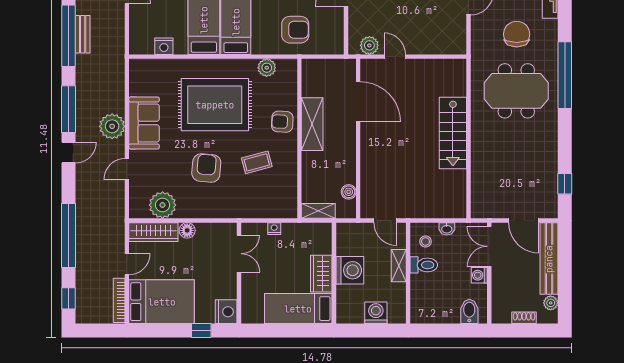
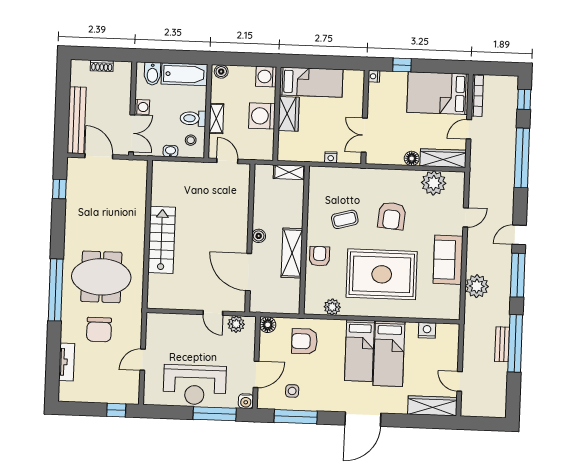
floor lamp: (335, 46) -> (268, 325), added
armchair: (282, 122) -> (320, 256), turned -93
plant: (112, 126) -> (477, 286), moved
boiler: (349, 192) -> (259, 236), moved
plant: (551, 303) -> (77, 79), removed
nightstand: (226, 312) -> (374, 76), width x0.53, depth x0.56
bathtub: (435, 312) -> (184, 74), added
washing machine: (376, 313) -> (266, 77), moved, turned 90
boiler: (395, 316) -> (221, 72), added

